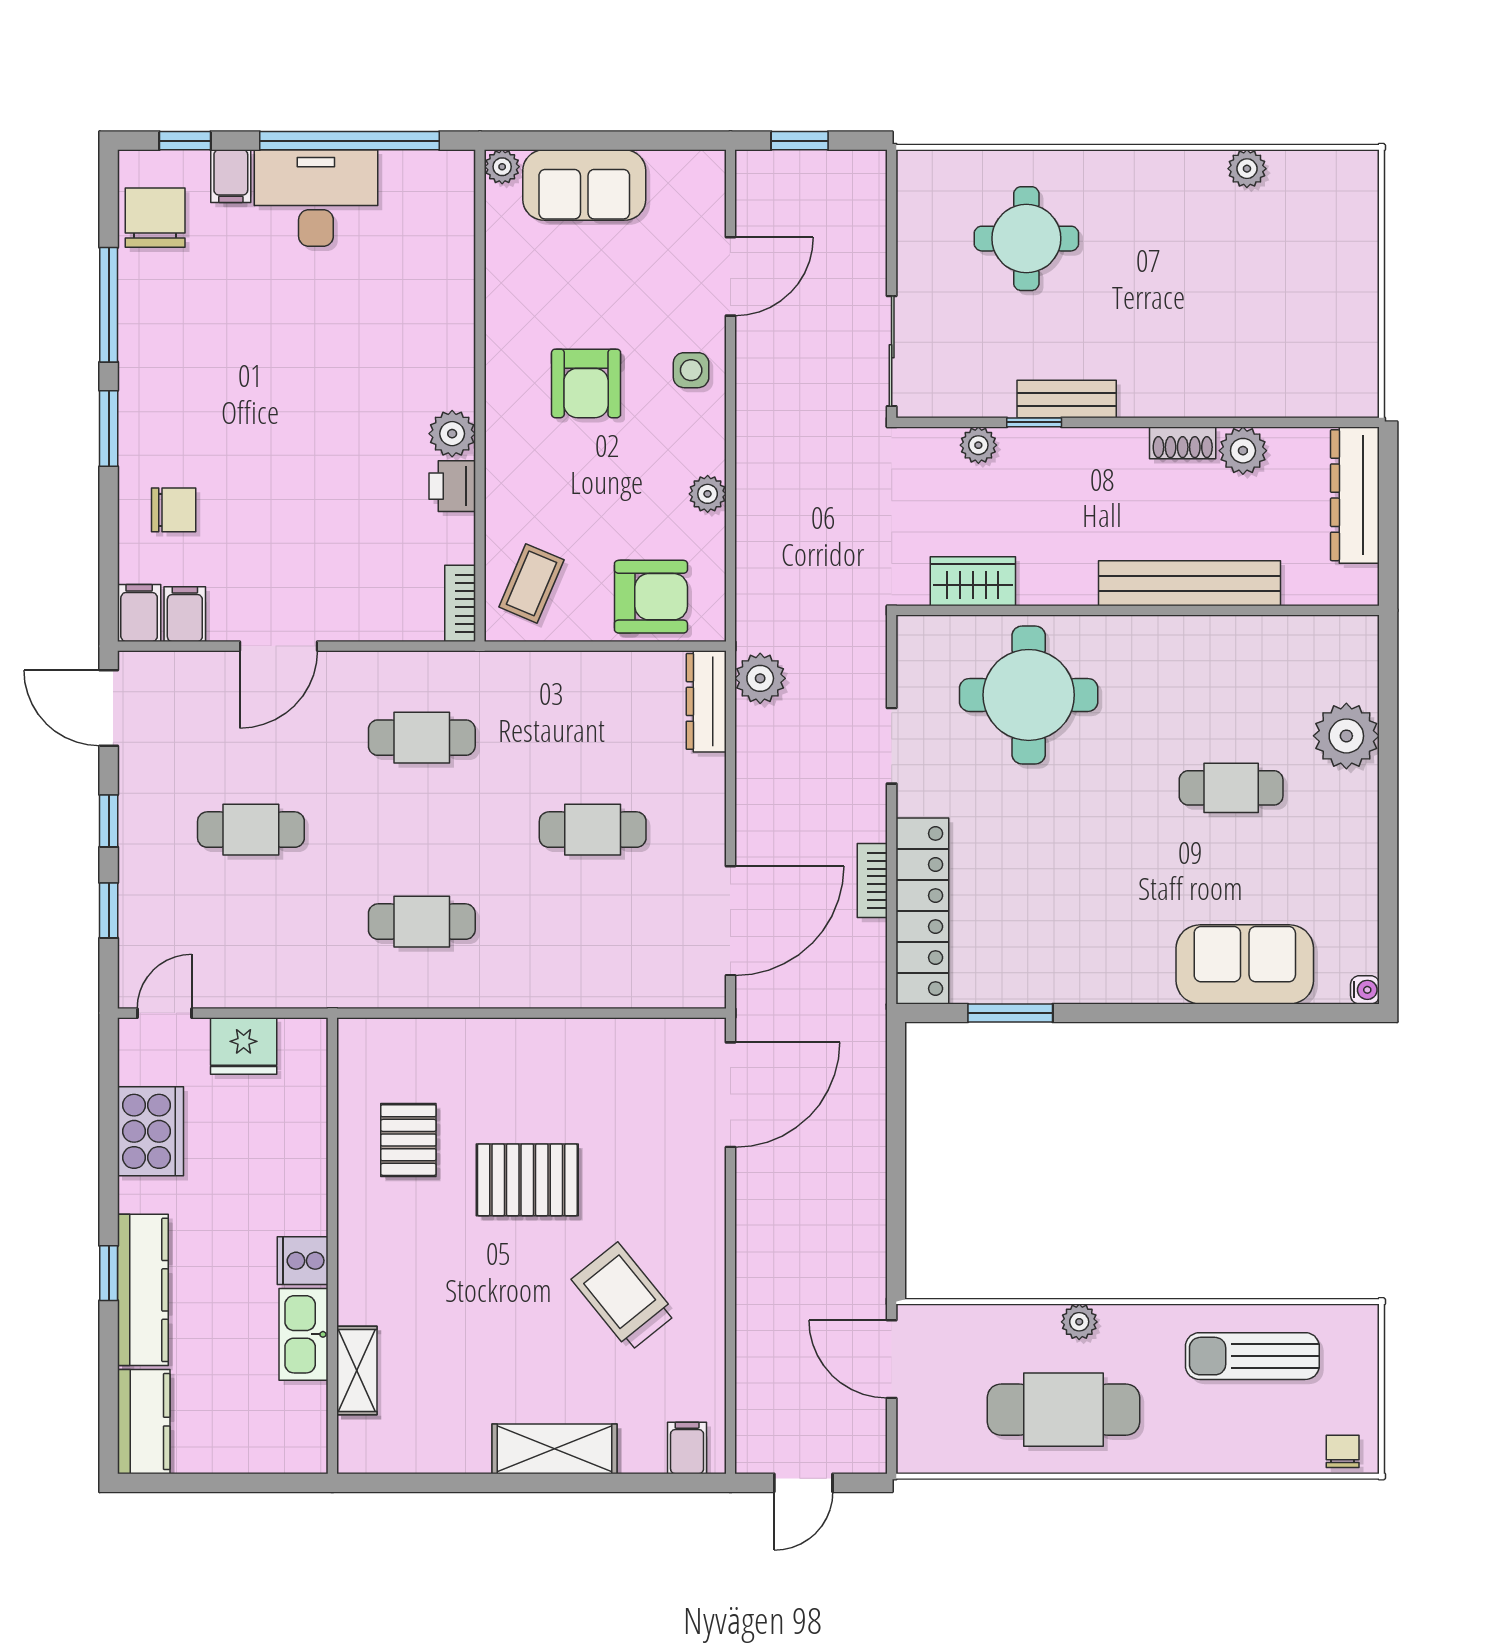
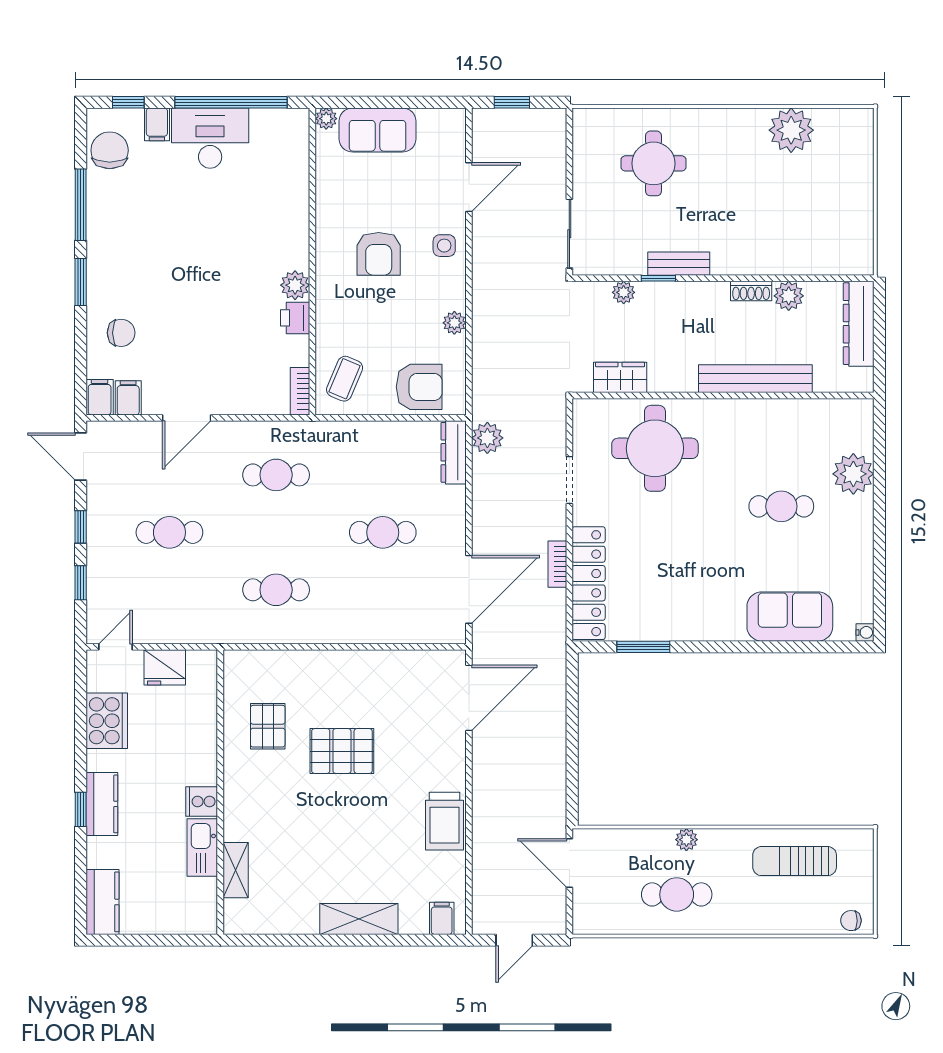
plant: (1247, 169) -> (791, 130), width x1.88, depth x1.88
kitchen counter: (143, 1290) -> (102, 804), width x0.67
trolley: (624, 1297) -> (445, 821), moved, turned -141
cafe table: (1063, 1410) -> (677, 894), width x0.73, depth x0.74
chair: (1343, 1451) -> (851, 921), turned -90

